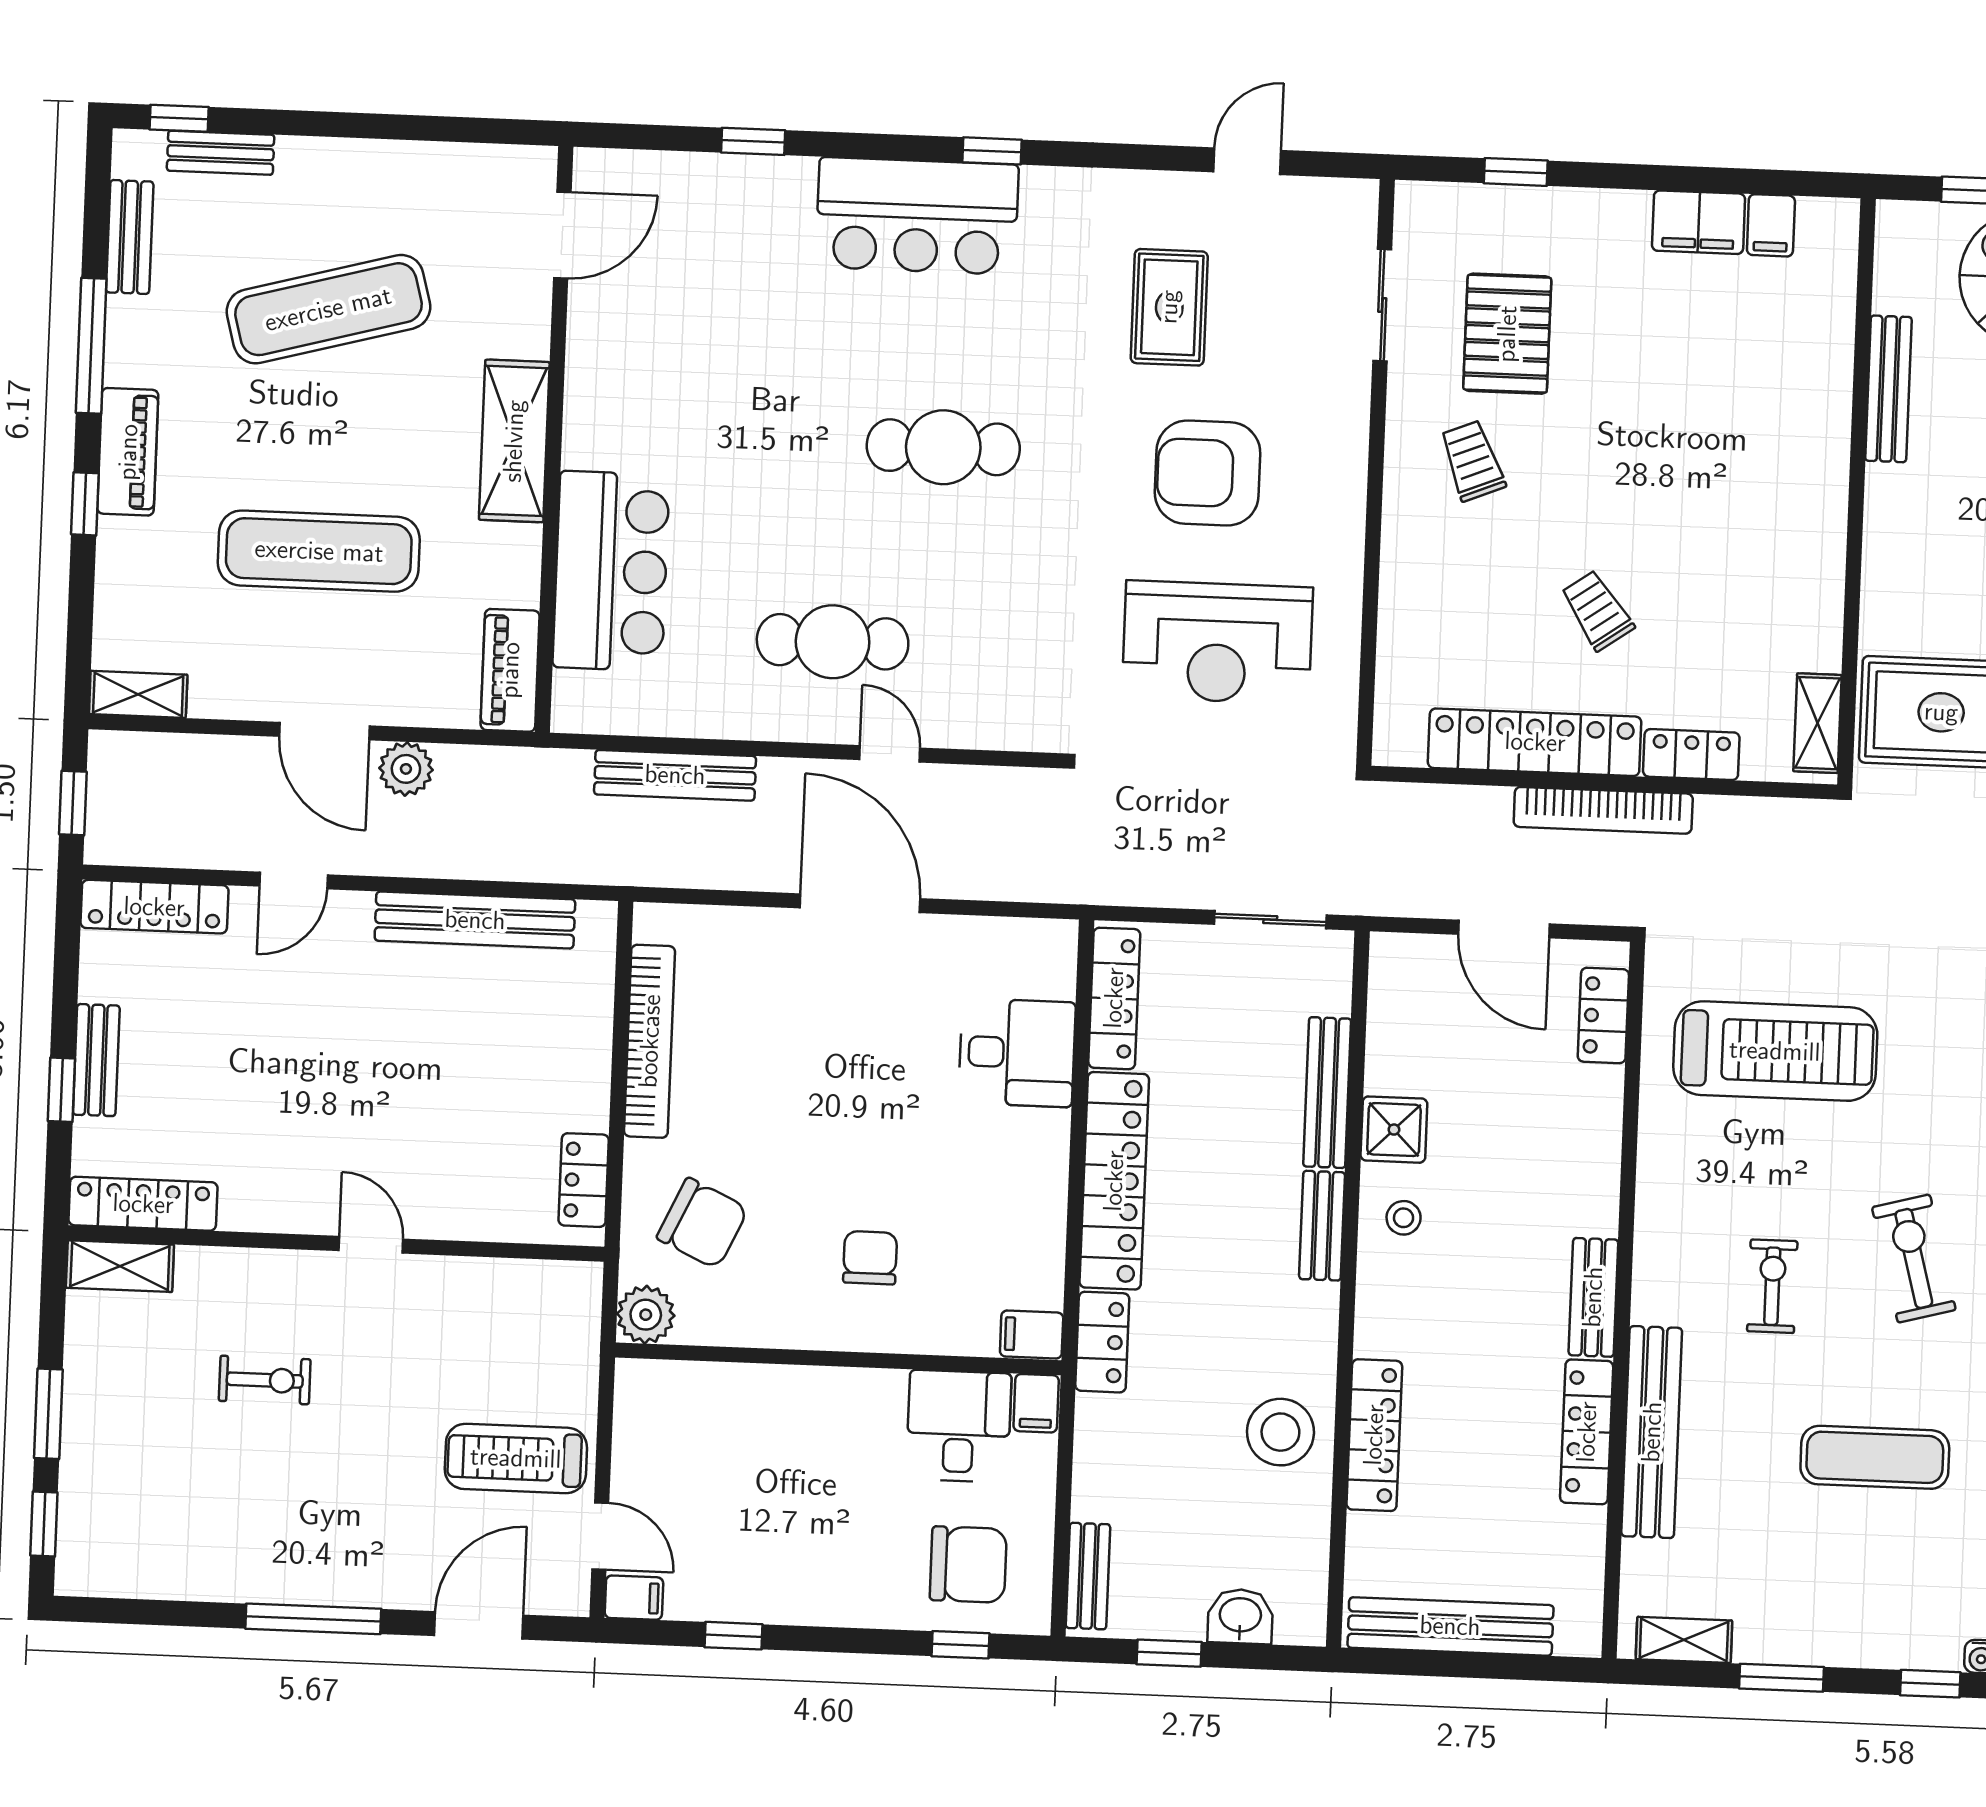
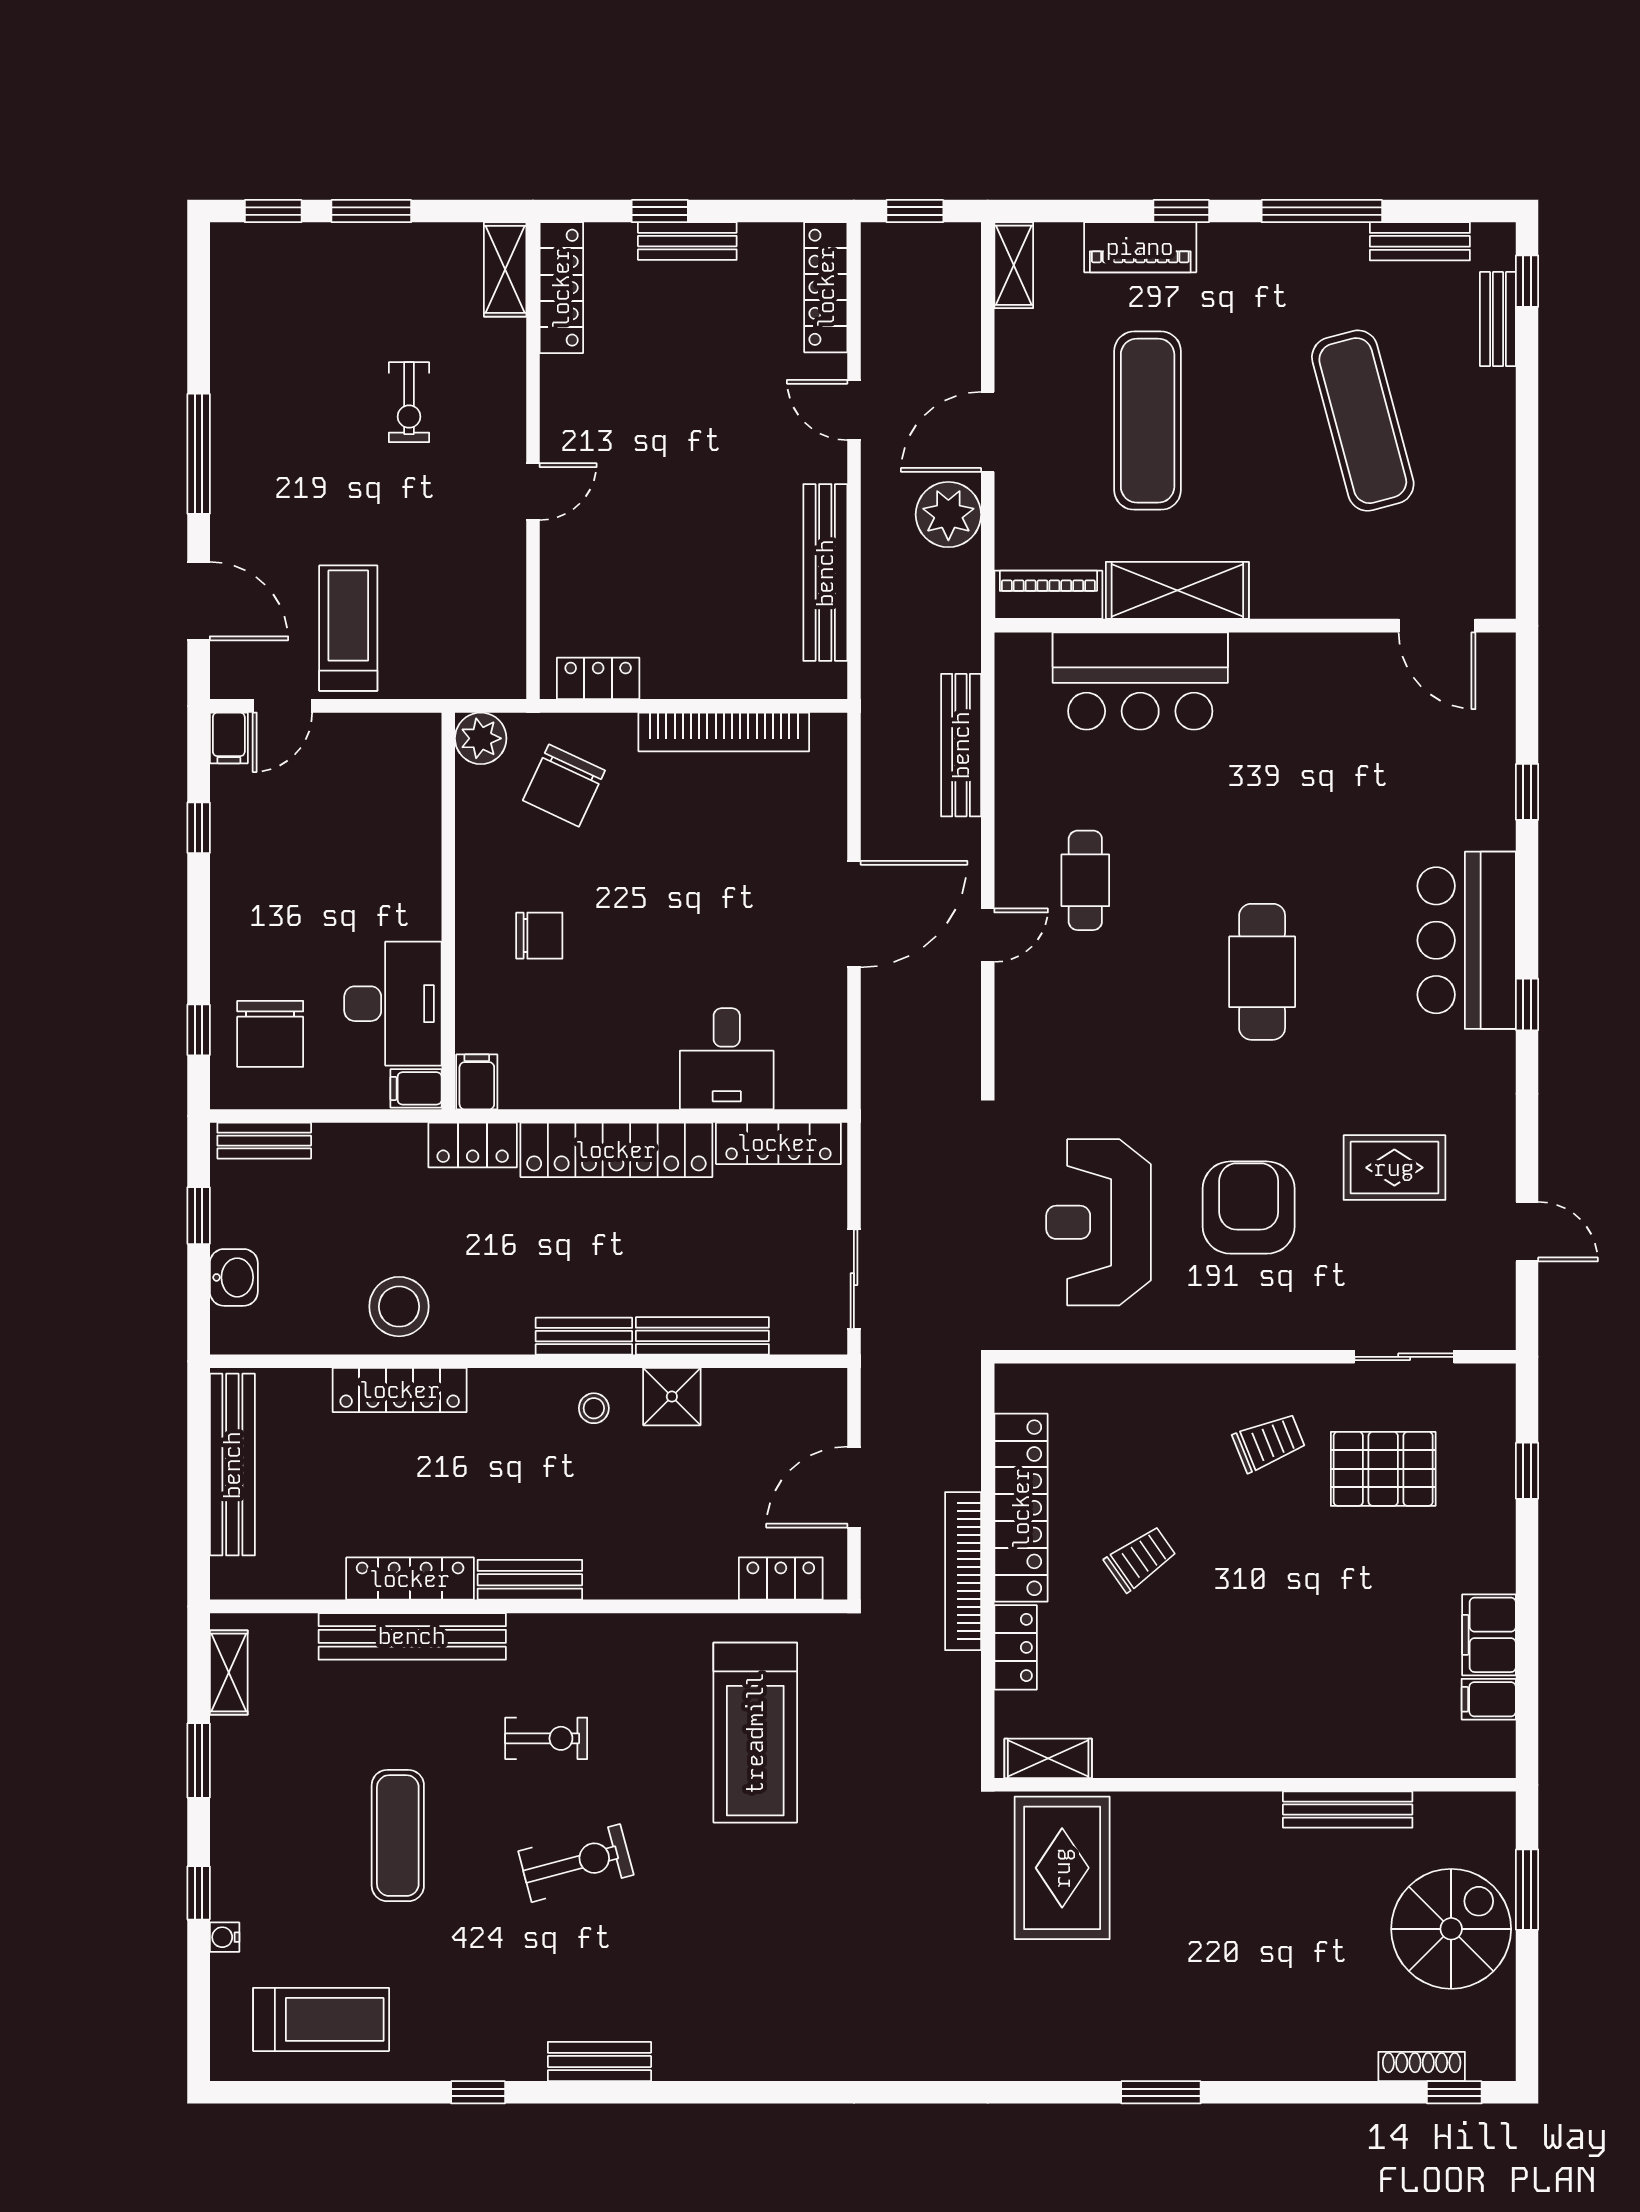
shelving: (514, 441) -> (1177, 590), moved
piano: (128, 452) -> (1140, 247), moved
cafe table: (833, 642) -> (1085, 880), width x0.73, depth x0.74
plant: (406, 769) -> (948, 515), width x1.36, depth x1.36
desk: (959, 1426) -> (393, 1004), width x1.37

